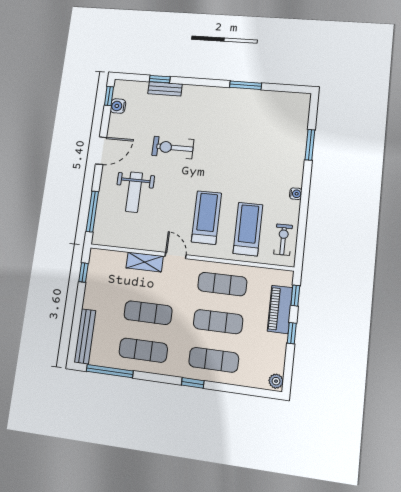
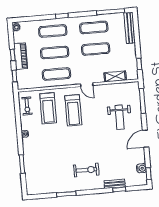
exercise bike: (173, 148) -> (86, 170), moved
weight bench: (134, 192) -> (120, 117), turned 180
shelving: (145, 262) -> (115, 76), moved
piano: (280, 309) -> (21, 56), moved

